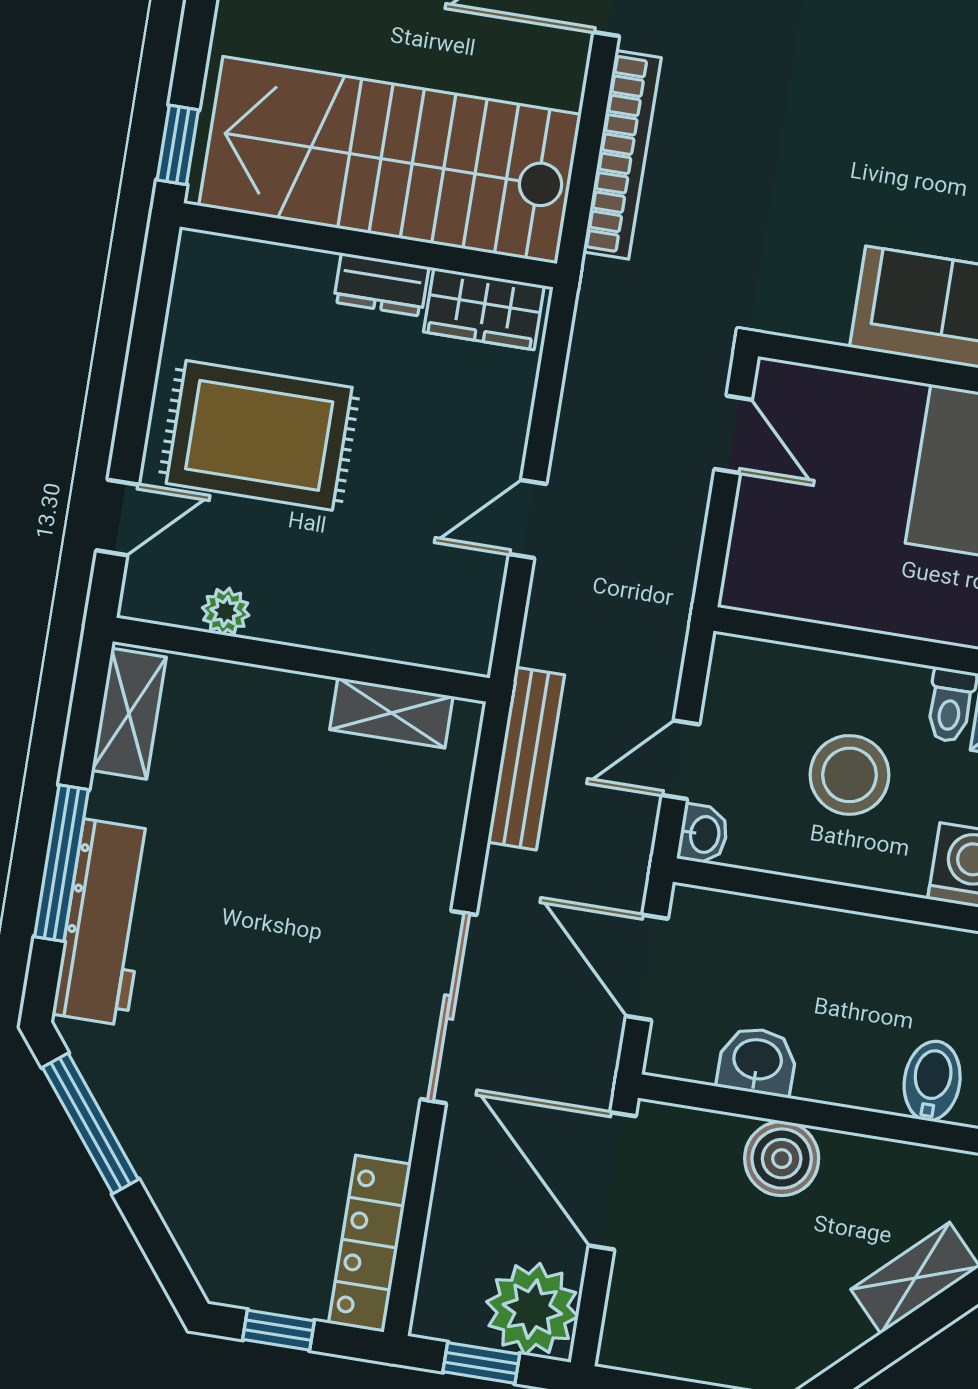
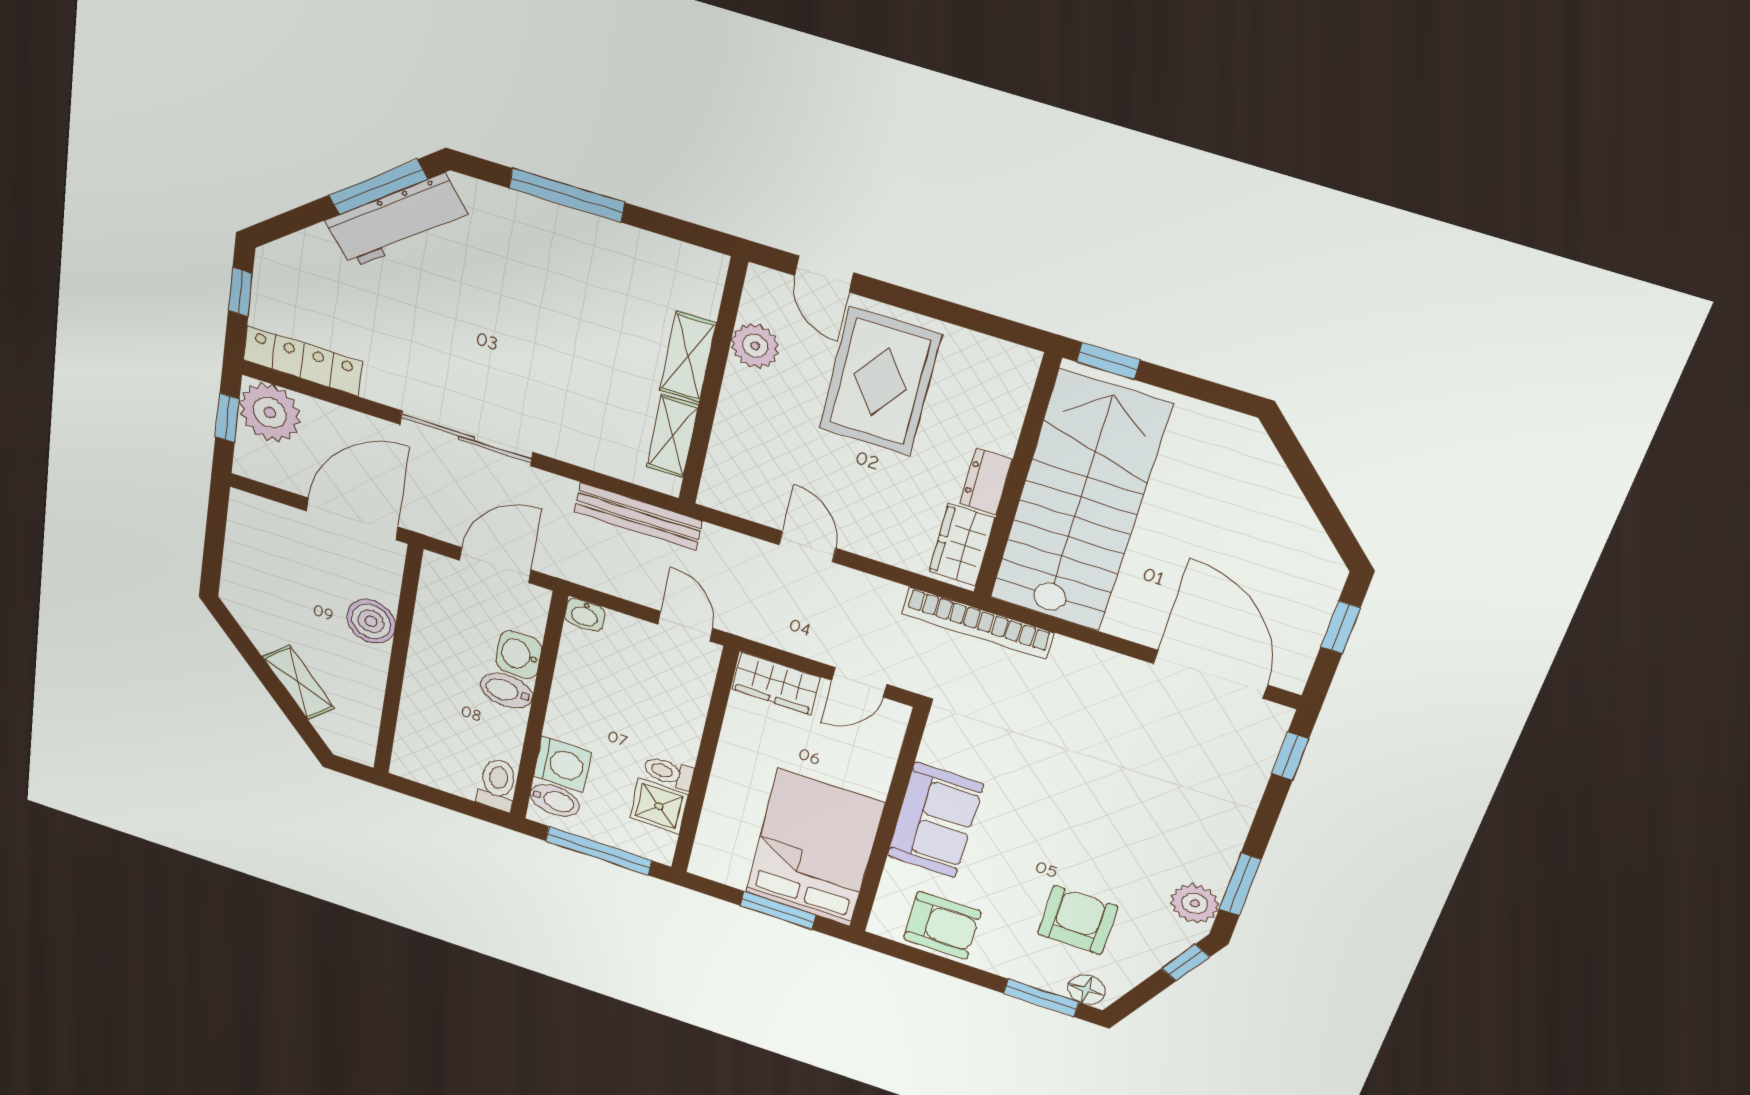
bookcase: (622, 155) -> (978, 623), moved
wardrobe: (760, 553) -> (776, 683), added
plant: (226, 611) -> (755, 346), width x1.38, depth x1.38
shelving: (129, 714) -> (688, 357), moved, turned 90
door: (680, 760) -> (685, 626), moved
stool: (849, 775) -> (624, 707), removed
workbench: (105, 922) -> (398, 221), moved, turned -38
washbasin: (757, 1061) -> (519, 655), moved, turned 180
bidet: (932, 1081) -> (506, 691), moved, turned 180
plant: (532, 1309) -> (270, 413), moved

